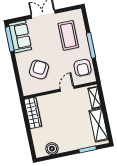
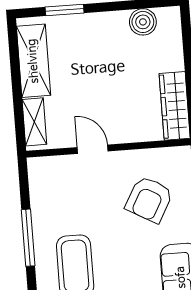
armchair: (82, 68) -> (53, 191), removed
door: (67, 89) -> (93, 149), swing flipped

